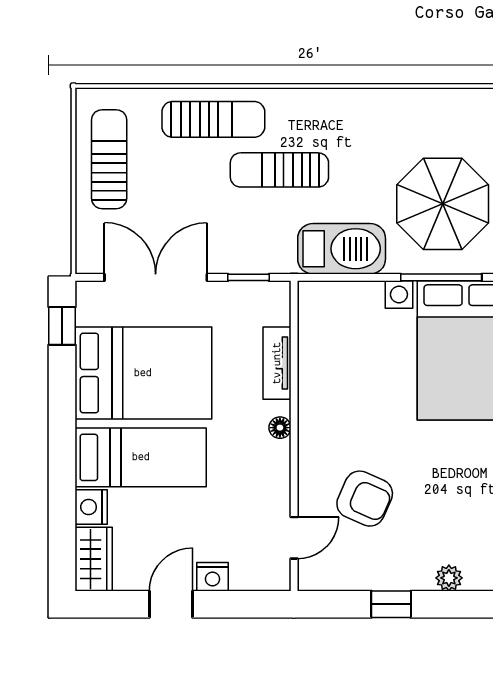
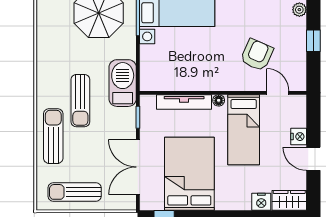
barbecue: (342, 249) -> (123, 83), moved
tv unit: (277, 363) -> (184, 102), width x1.41
bed: (141, 457) -> (244, 130), moved, turned 180

